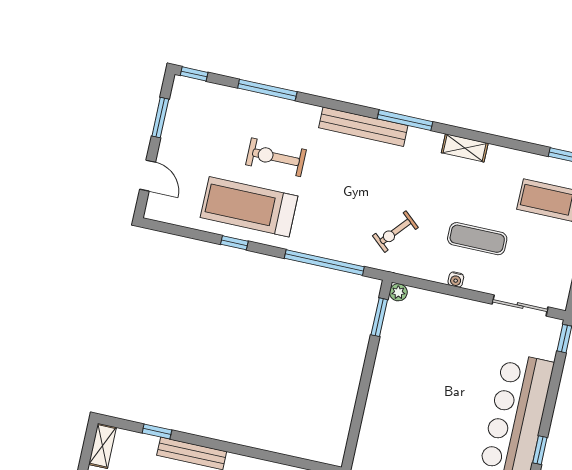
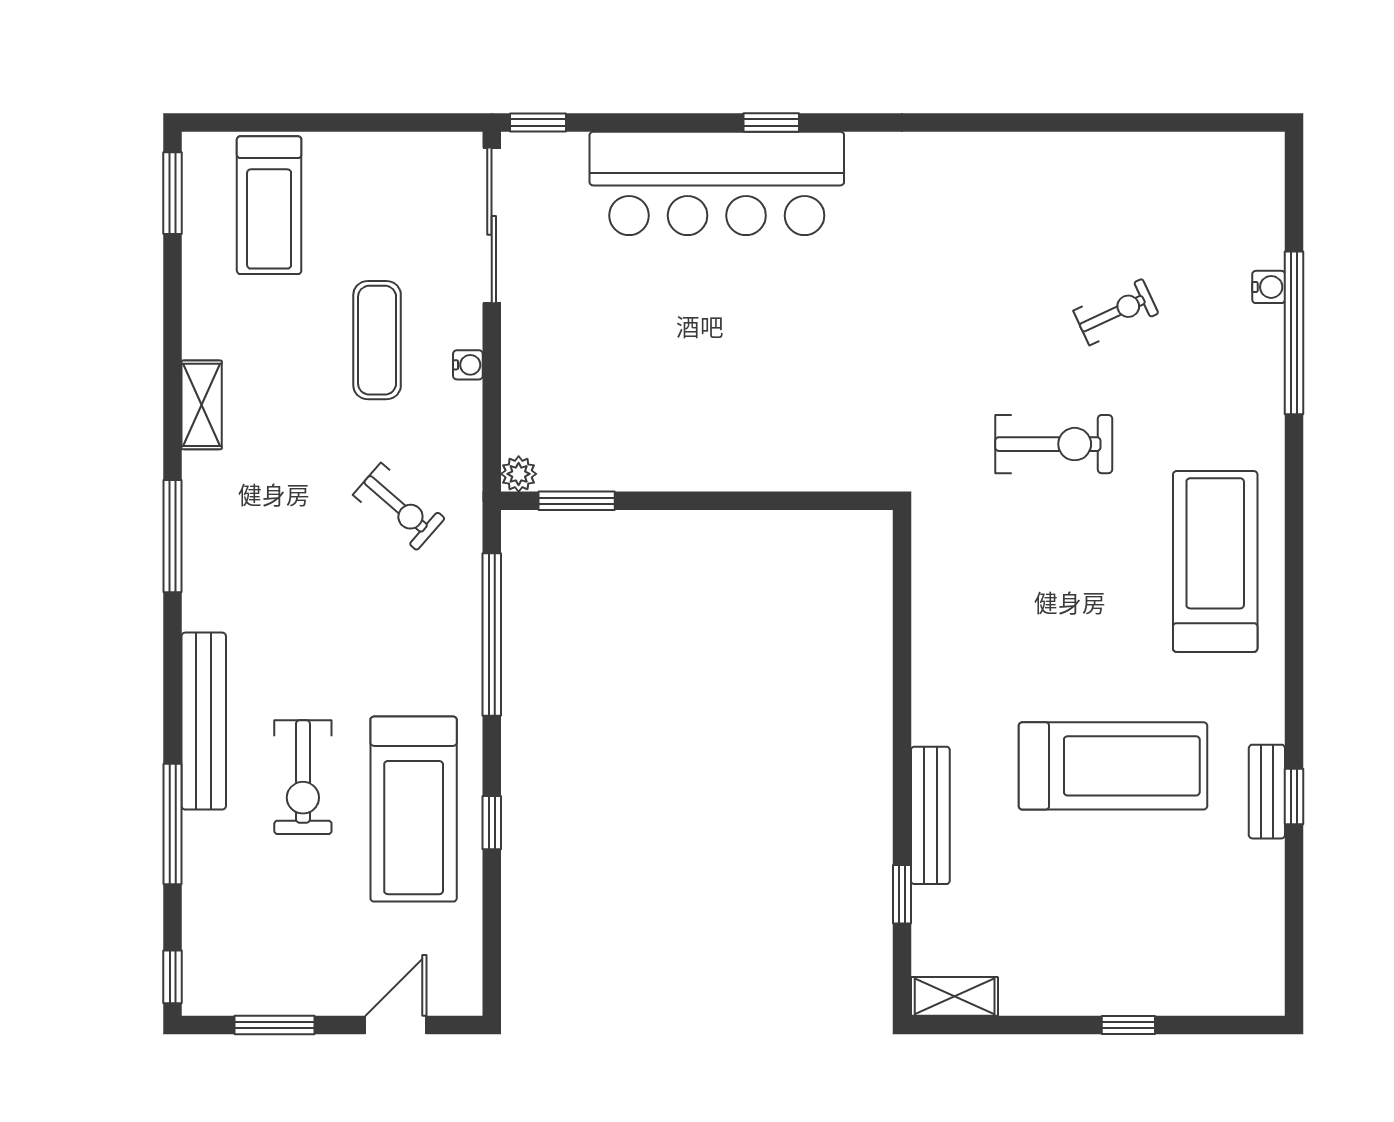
bench: (363, 127) -> (204, 721), moved
sliding door: (520, 306) -> (492, 225), width x1.37

